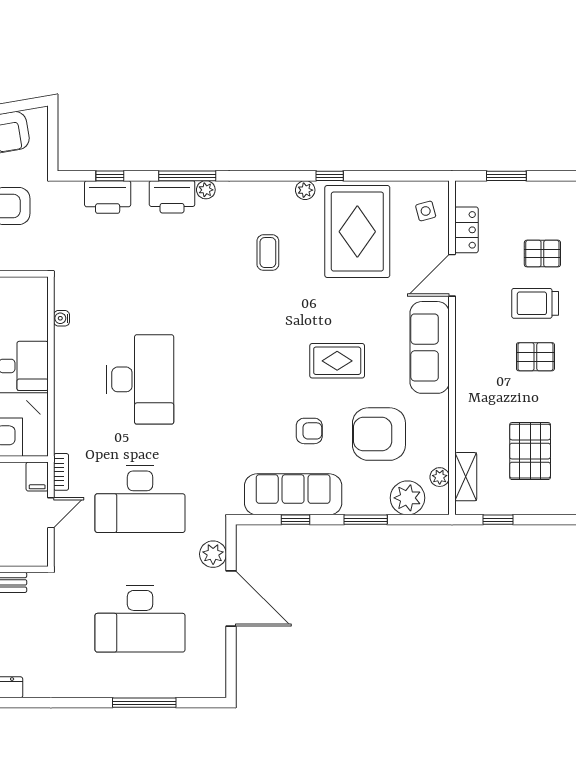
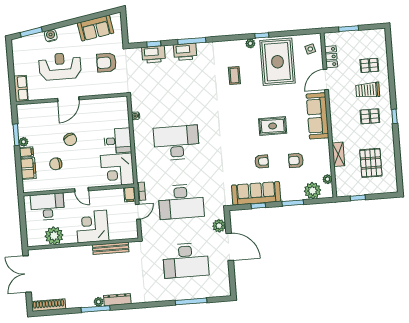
plant: (206, 190) -> (201, 47), removed
desk: (140, 379) -> (176, 143), turned -90
armchair: (379, 434) -> (296, 160), width x0.53, depth x0.53
shelving: (466, 477) -> (338, 154), moved

